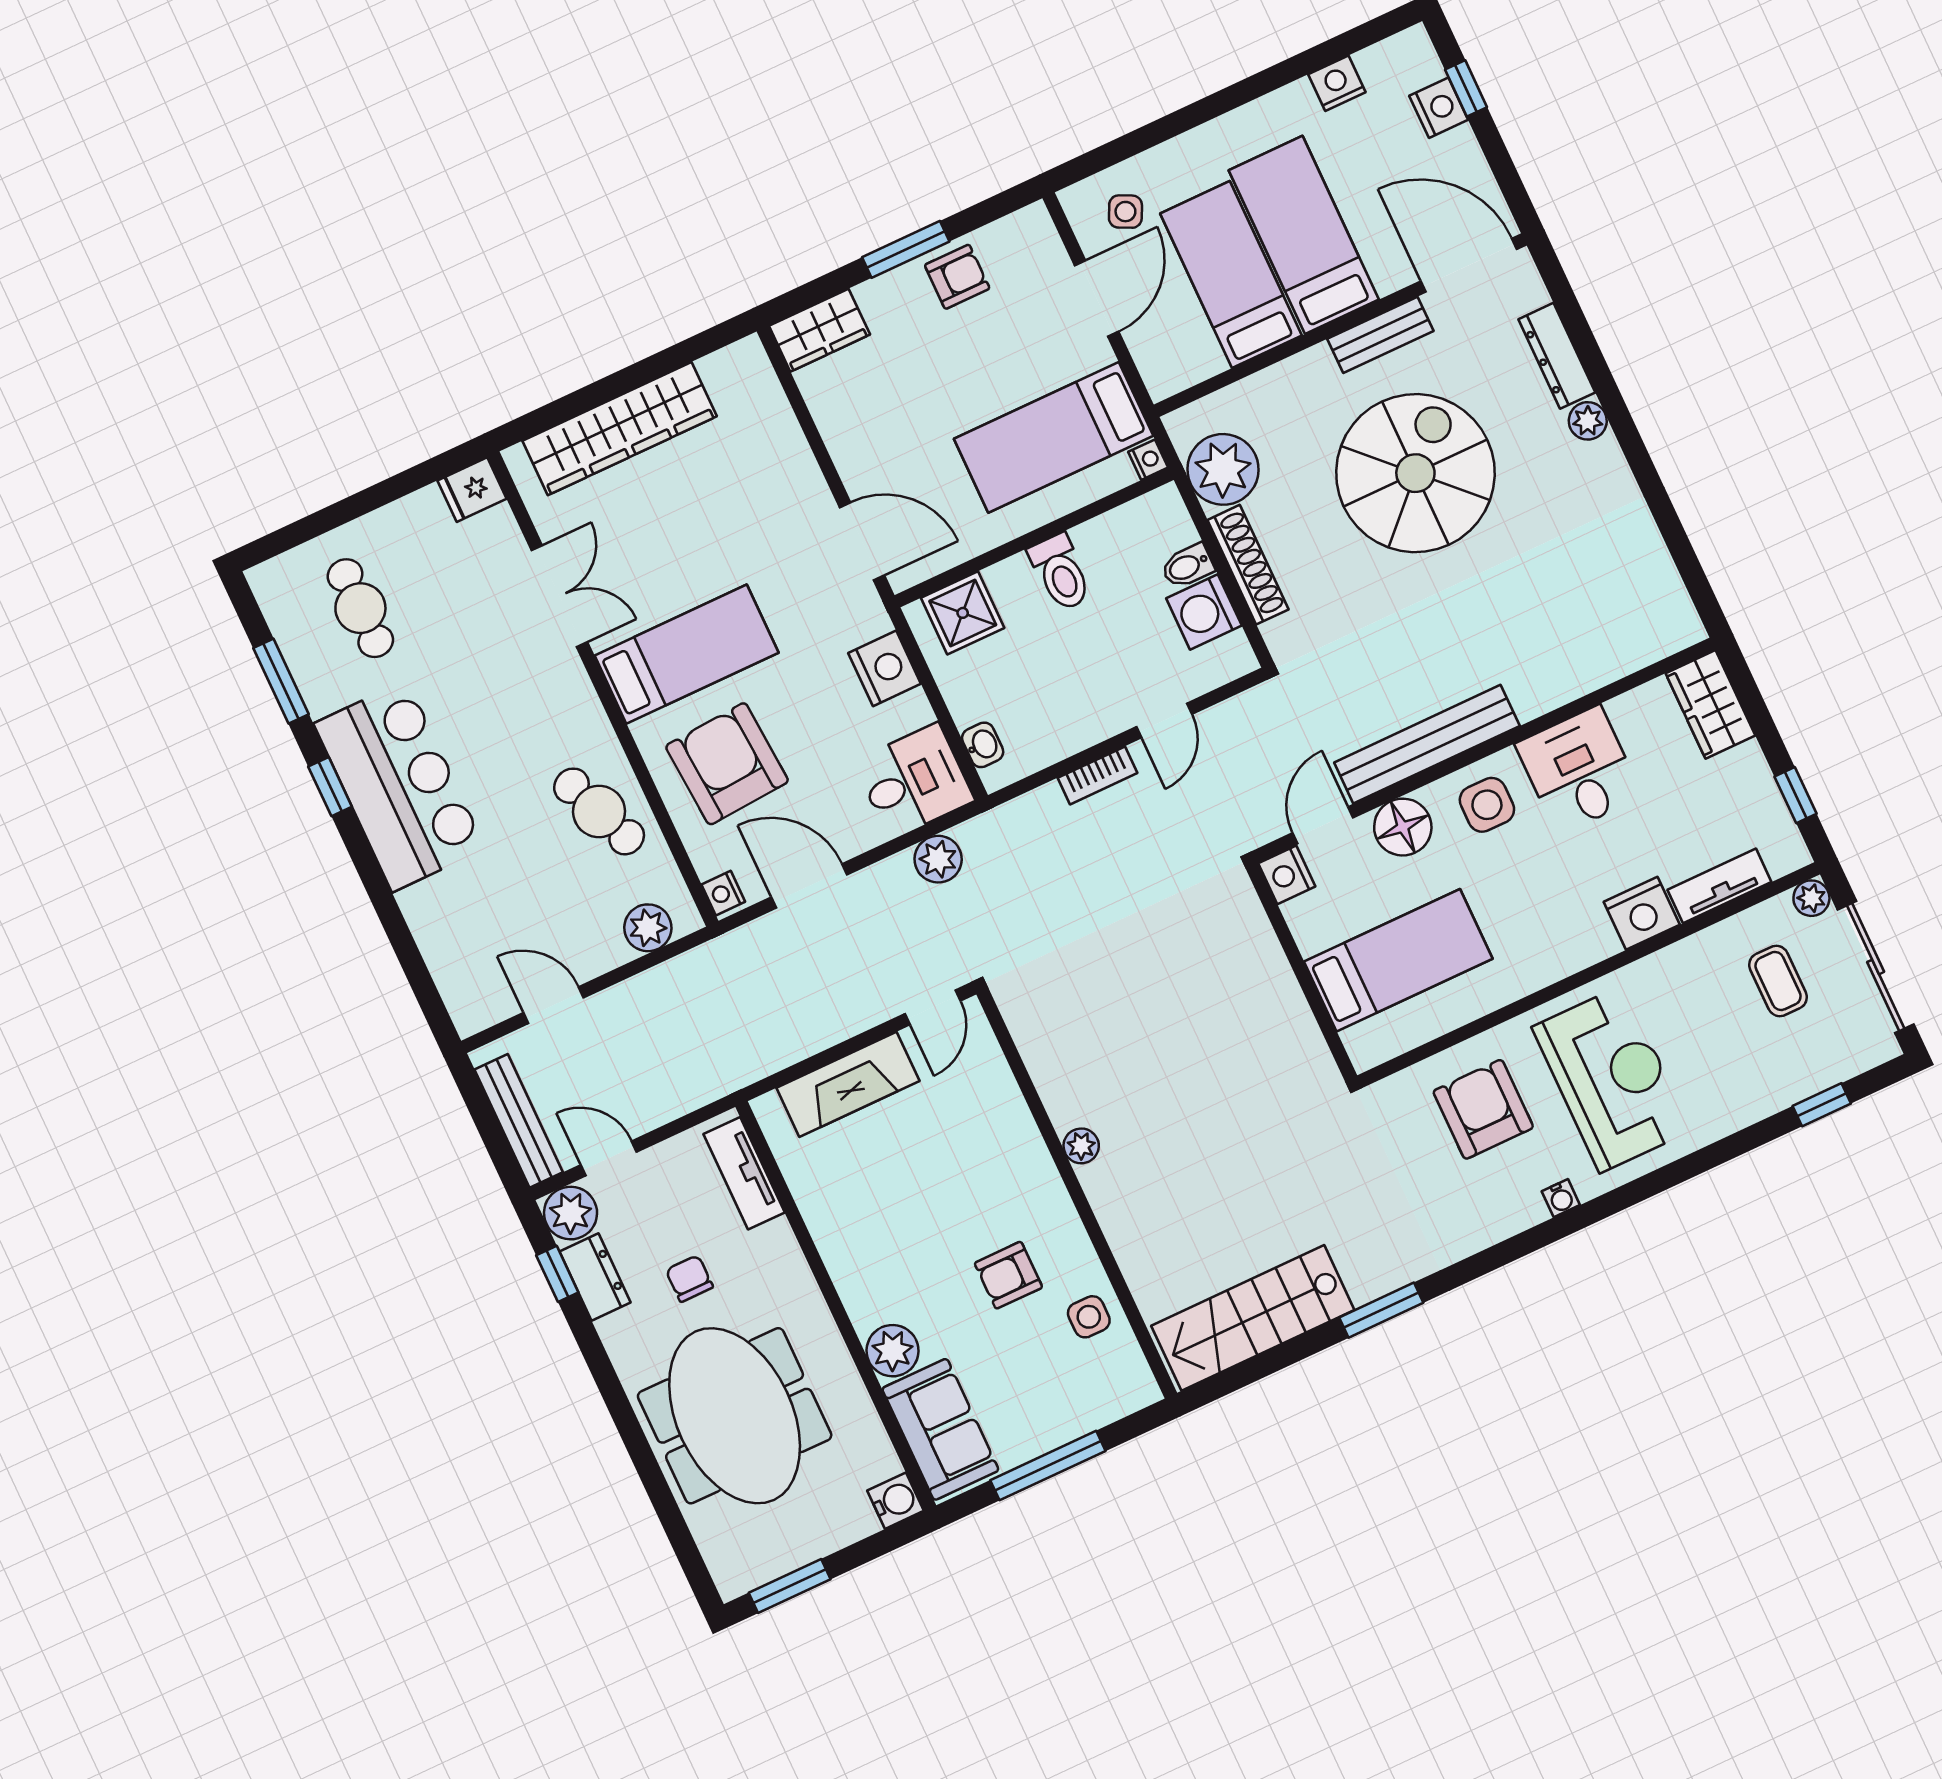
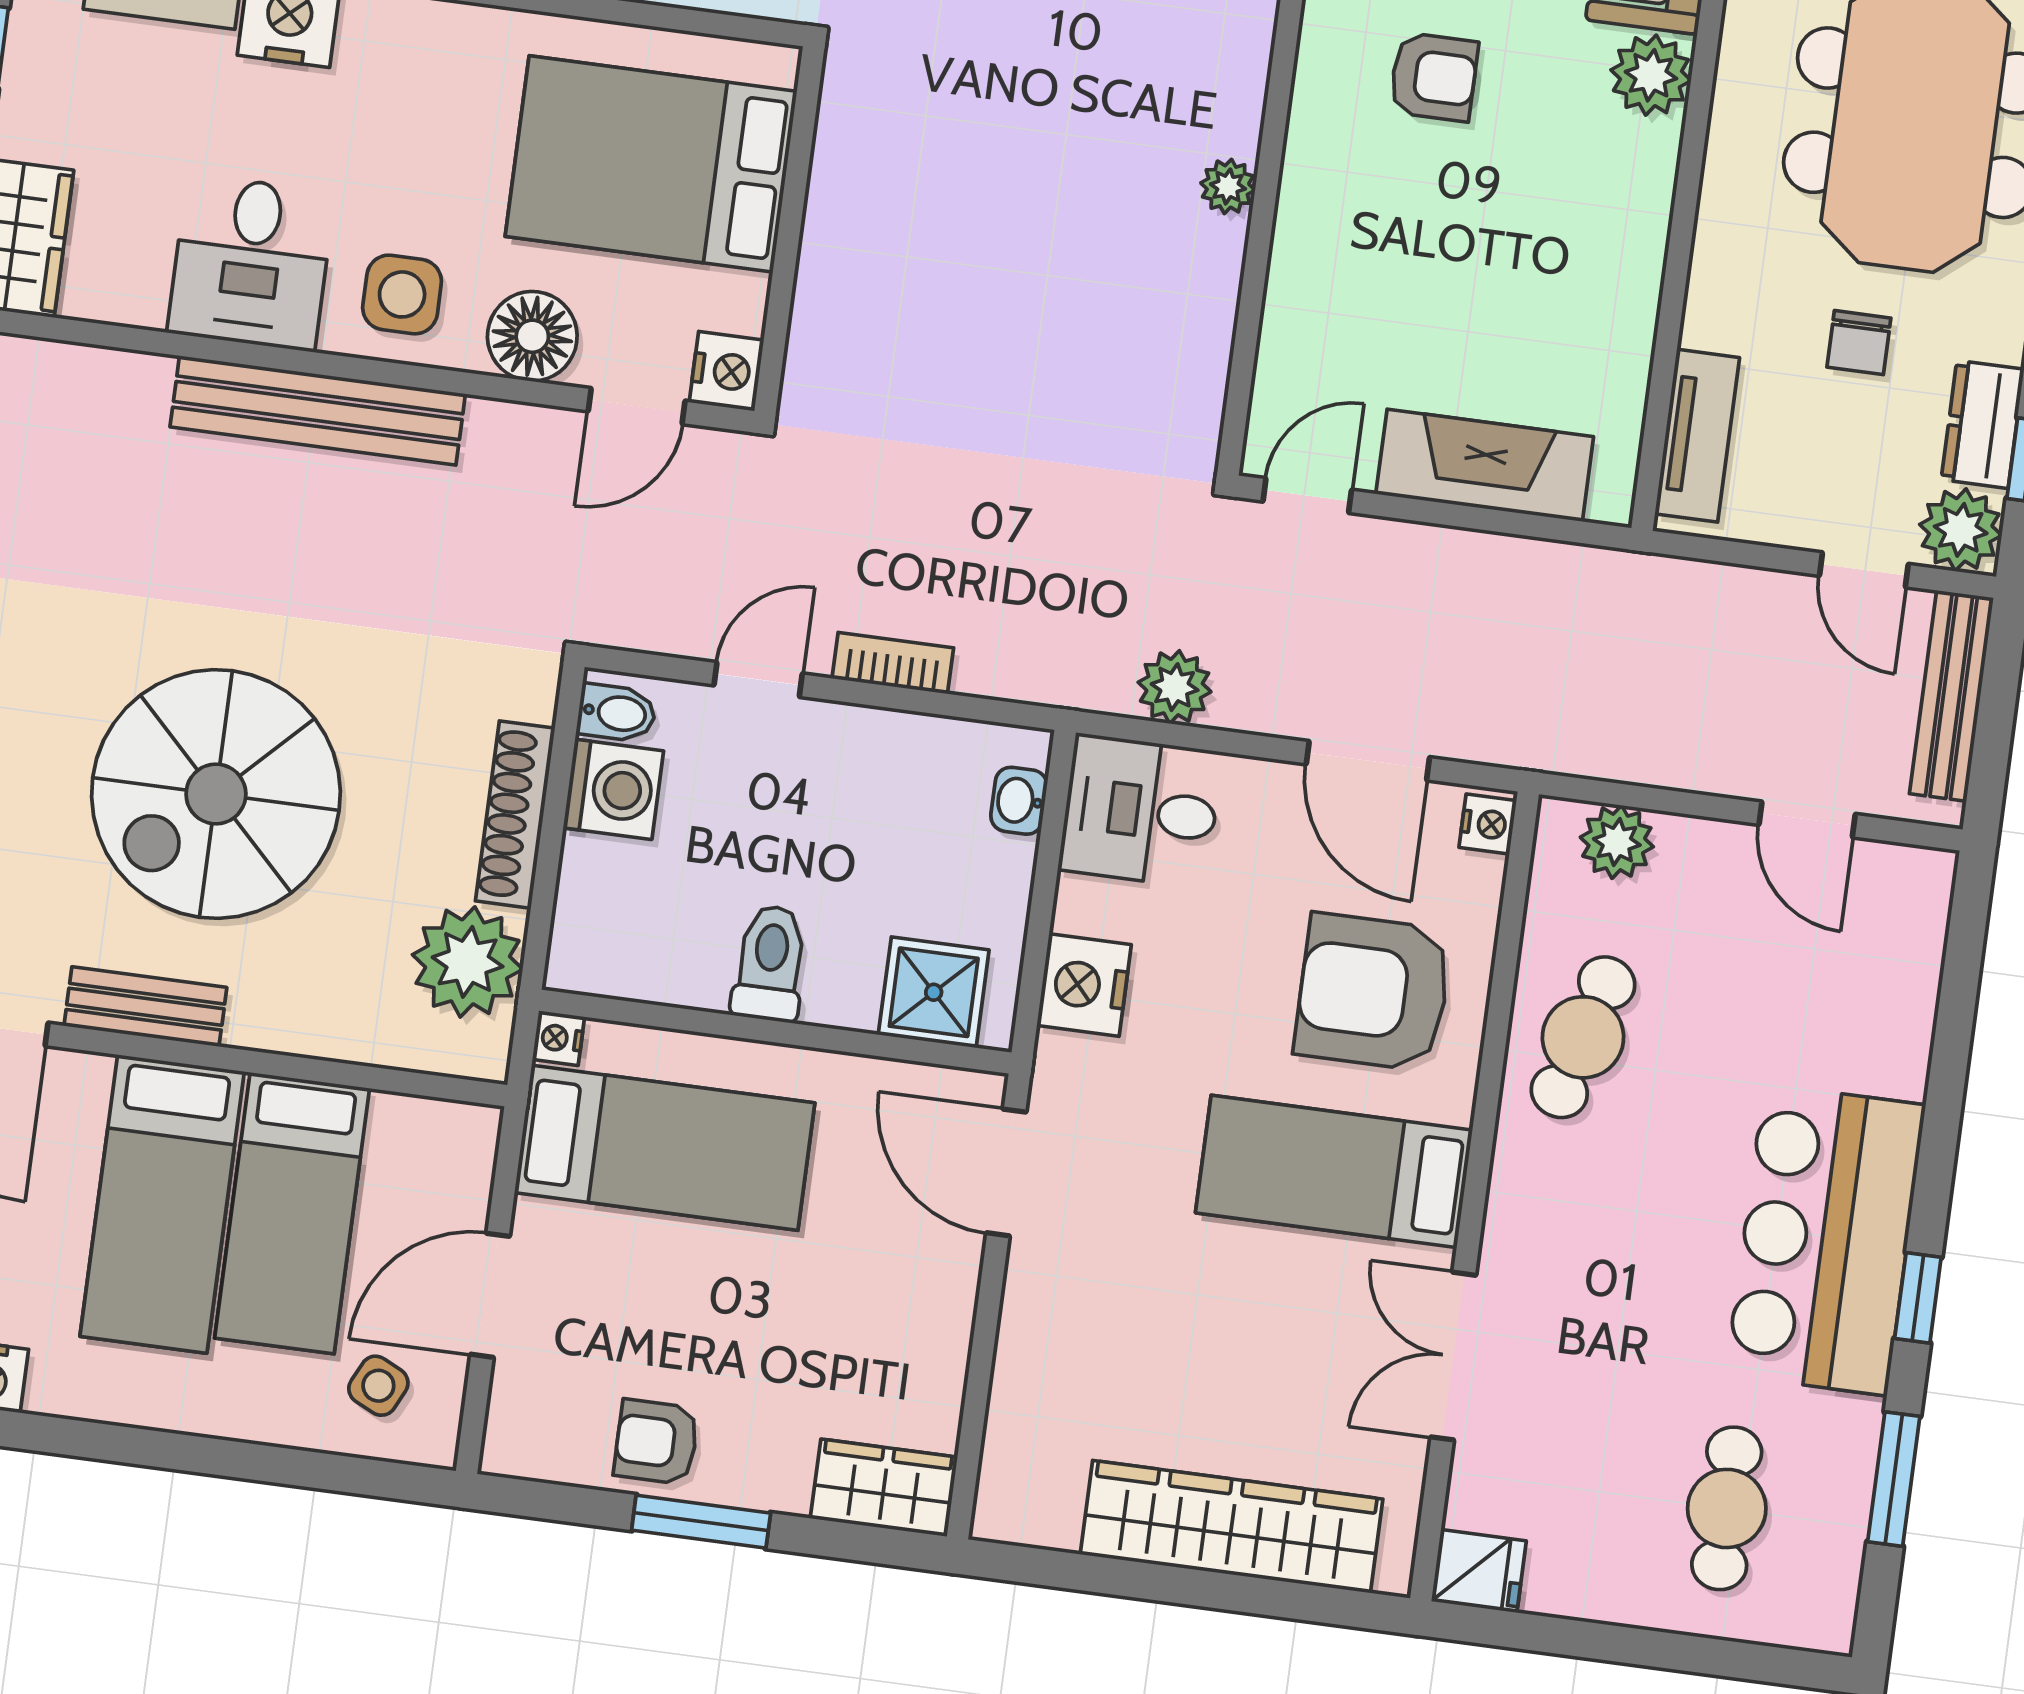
bidet: (1187, 566) -> (617, 713), moved
bench: (1427, 744) -> (318, 410), moved
armchair: (727, 764) -> (1373, 992), turned 94
cafe table: (599, 811) -> (1583, 1037), turned 38
bed: (1398, 960) -> (651, 164), width x1.50

